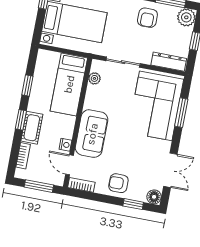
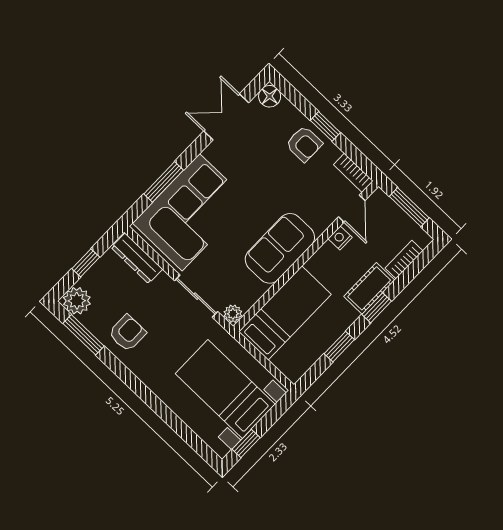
plant: (94, 78) -> (233, 314), moved
sofa: (92, 134) -> (280, 248), moved
window: (133, 204) -> (325, 126), moved

